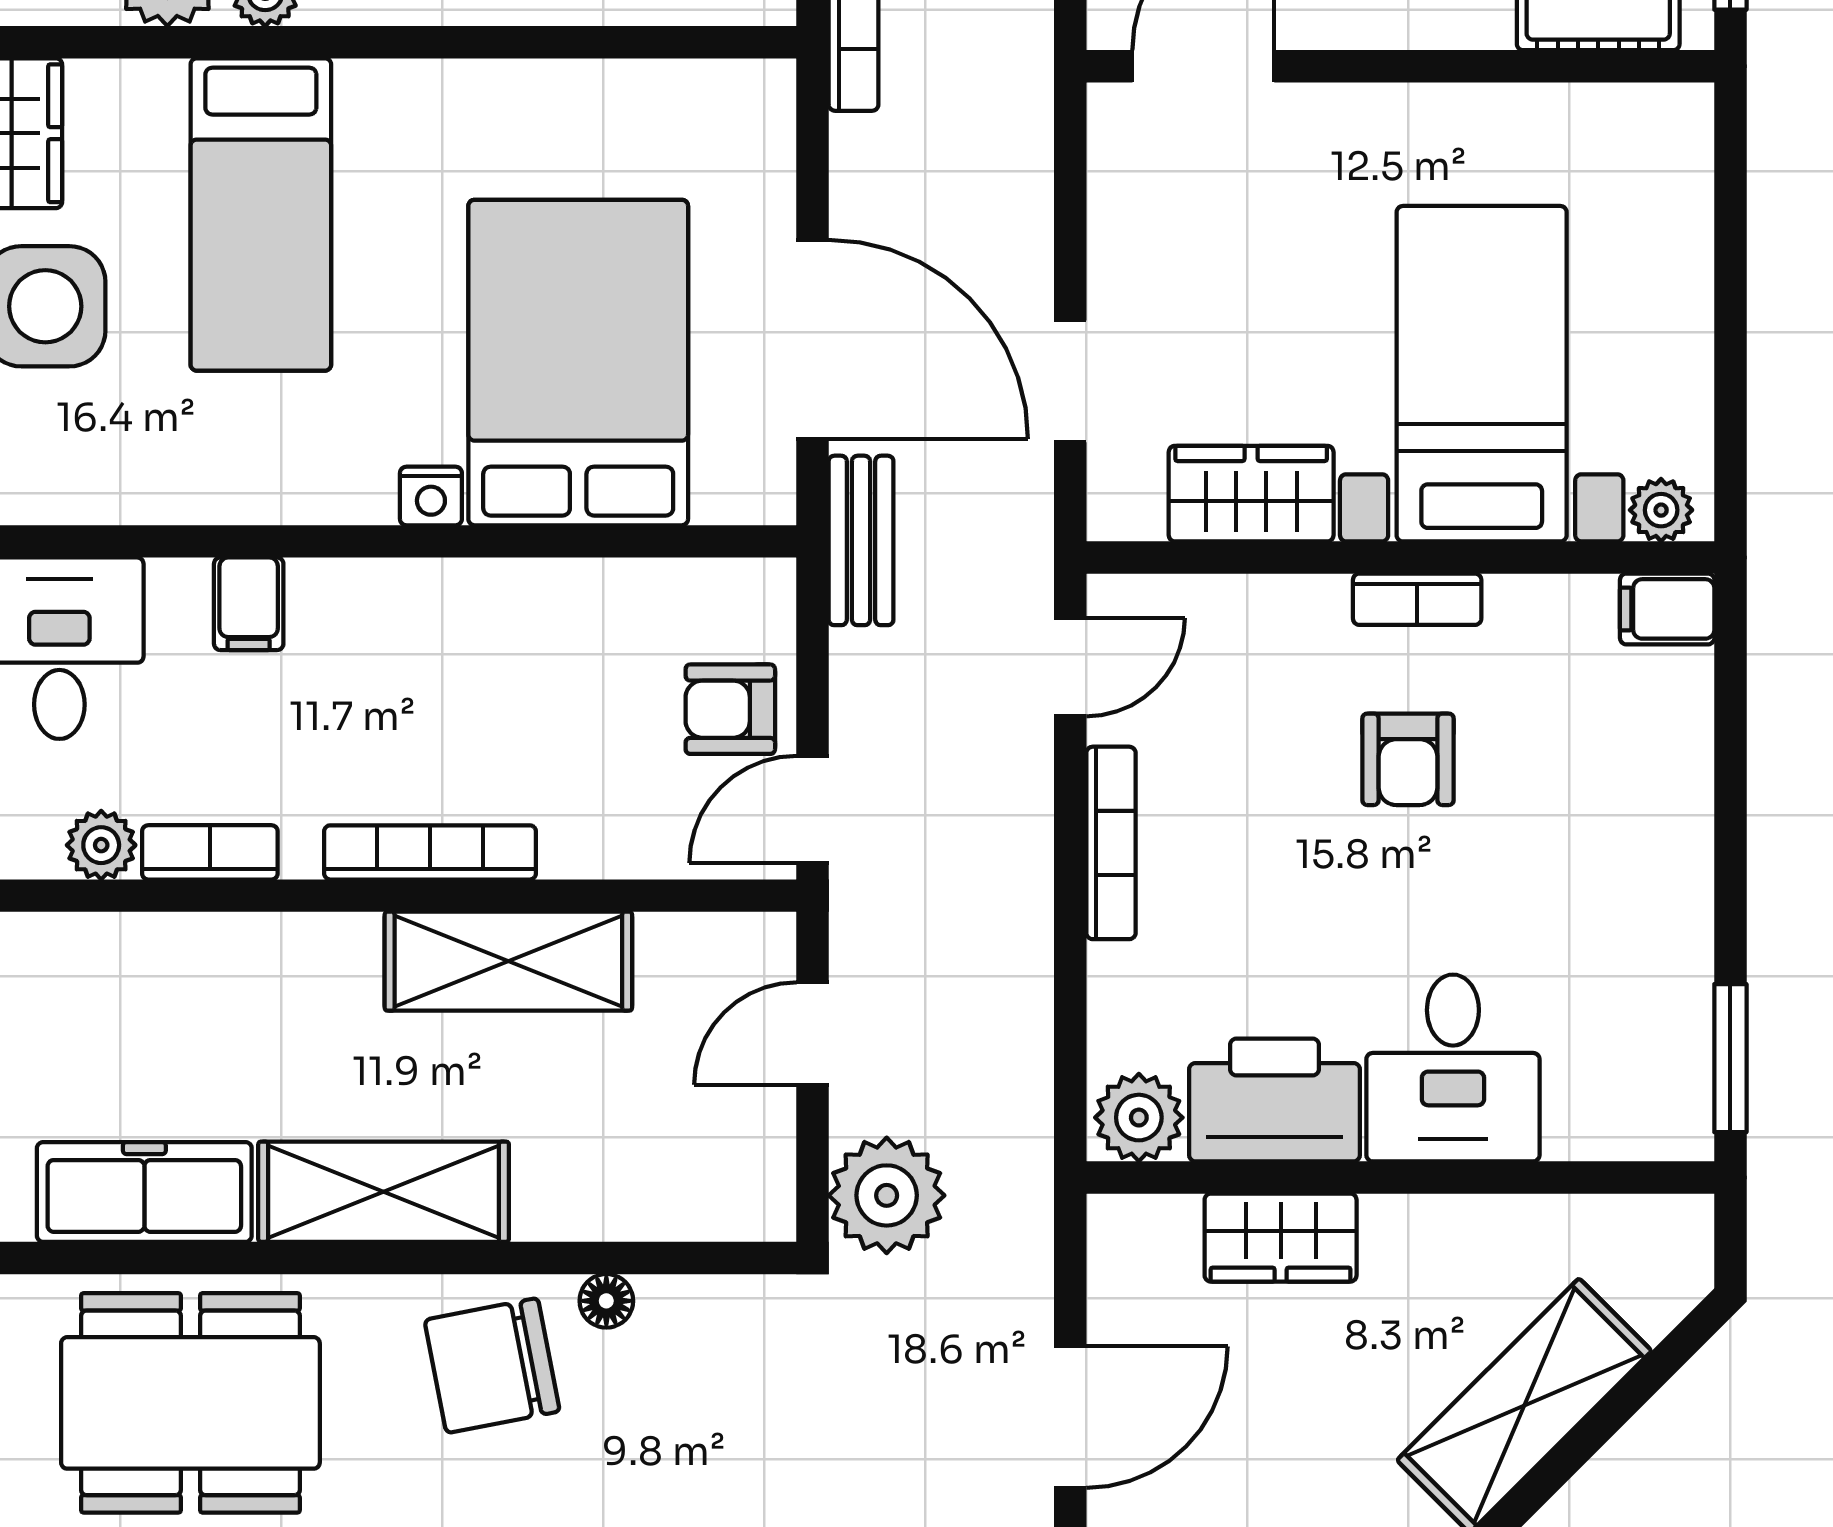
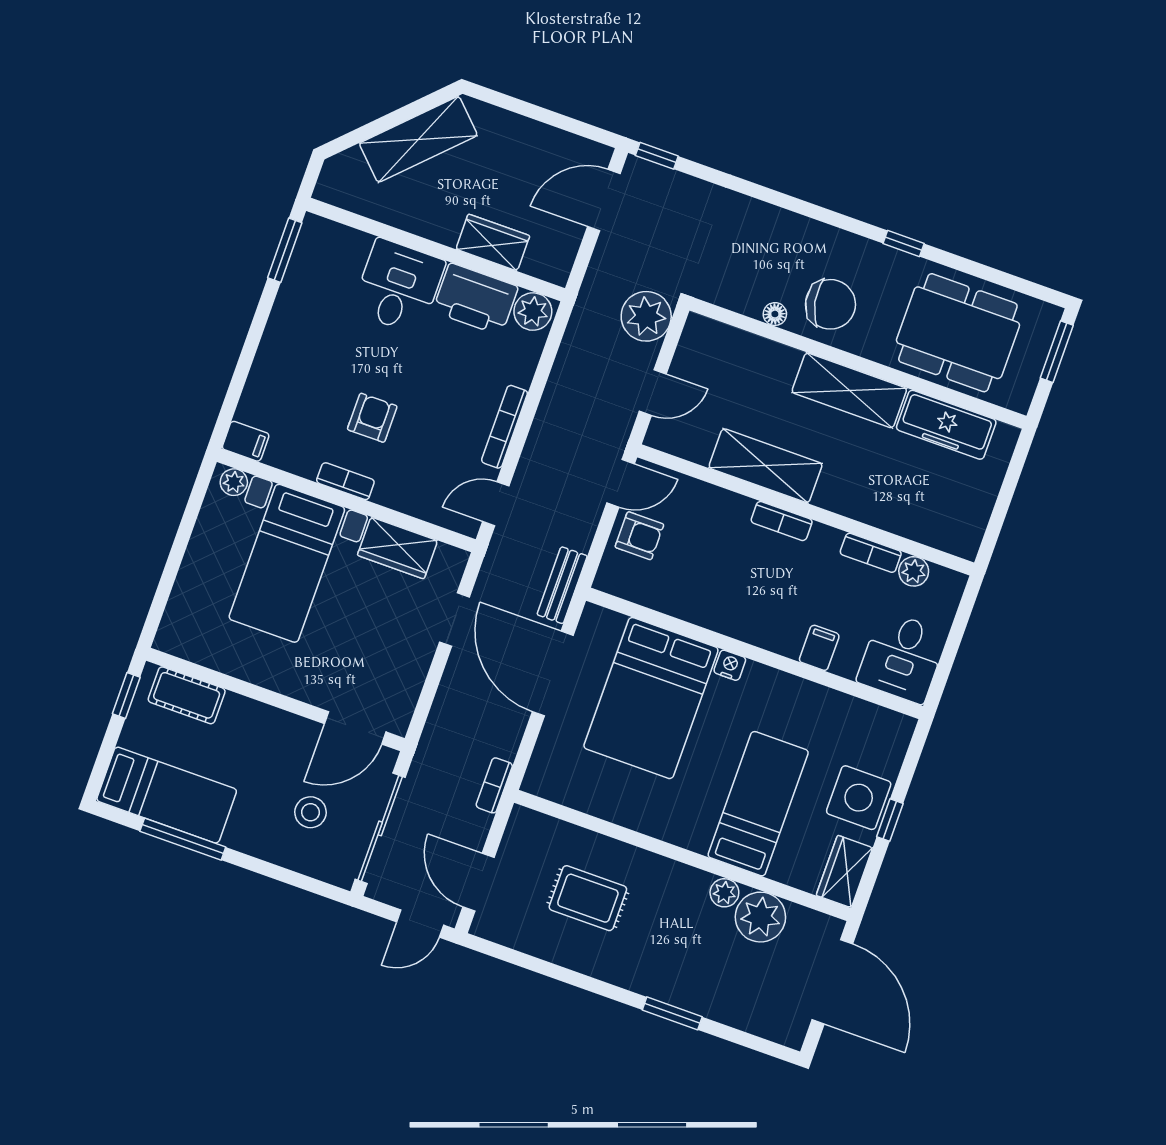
bookcase: (430, 852) -> (782, 521), width x0.64

